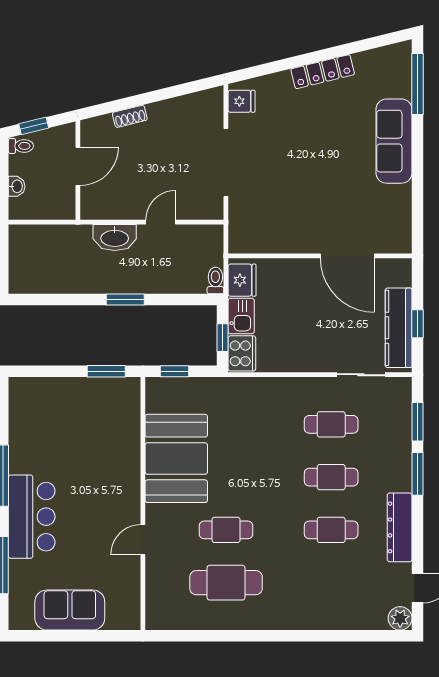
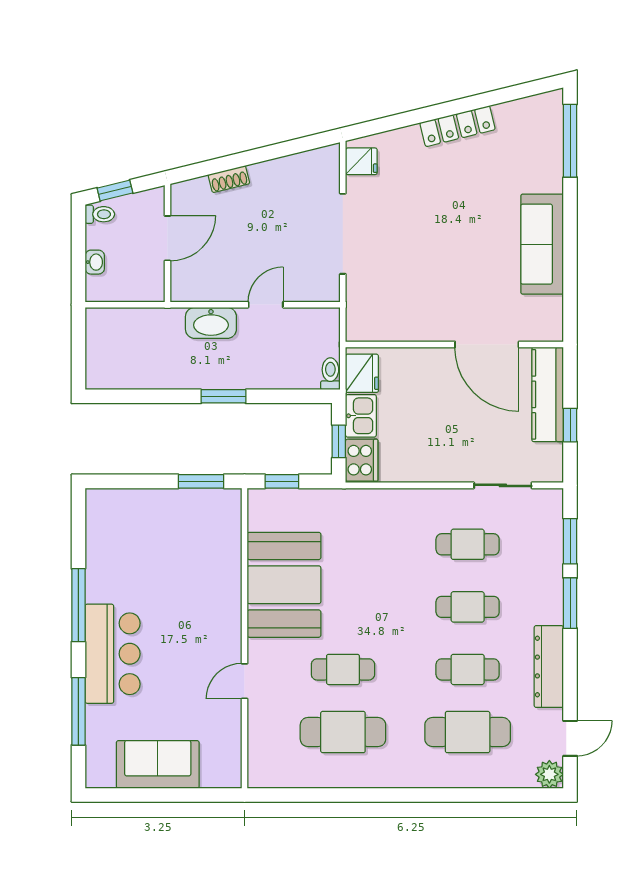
sofa: (394, 141) -> (542, 244), moved
kitchen counter: (399, 328) -> (548, 394), moved
cafe table: (331, 583) -> (468, 732), added

